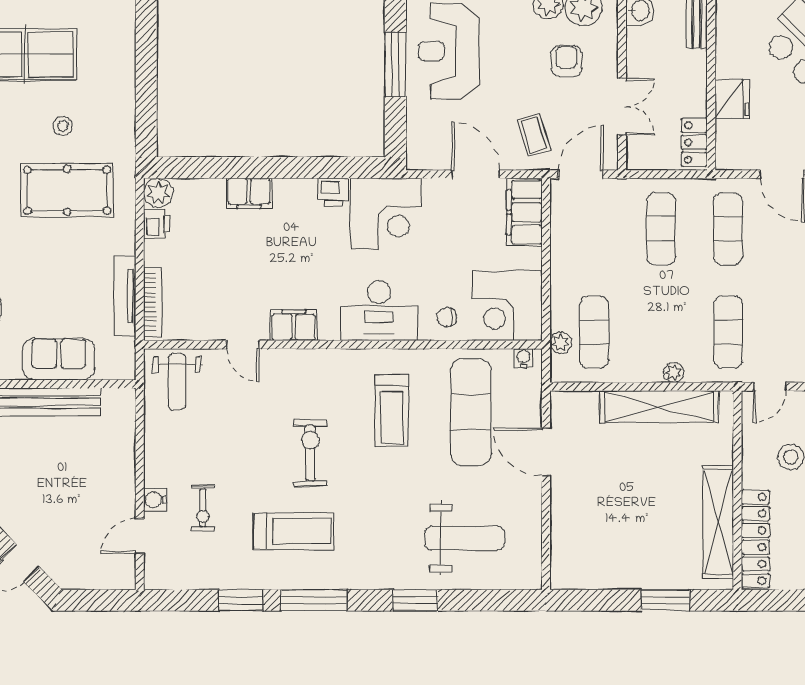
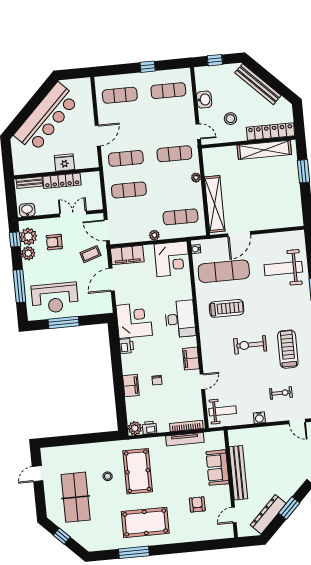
locker: (694, 142) -> (62, 181), moved, width x1.53
chair: (447, 317) -> (157, 380), moved
plant: (561, 343) -> (154, 235), moved
shelving: (659, 407) -> (215, 204), moved
water cooler: (155, 500) -> (259, 418), moved
weight bench: (465, 538) -> (283, 268), turned -90

